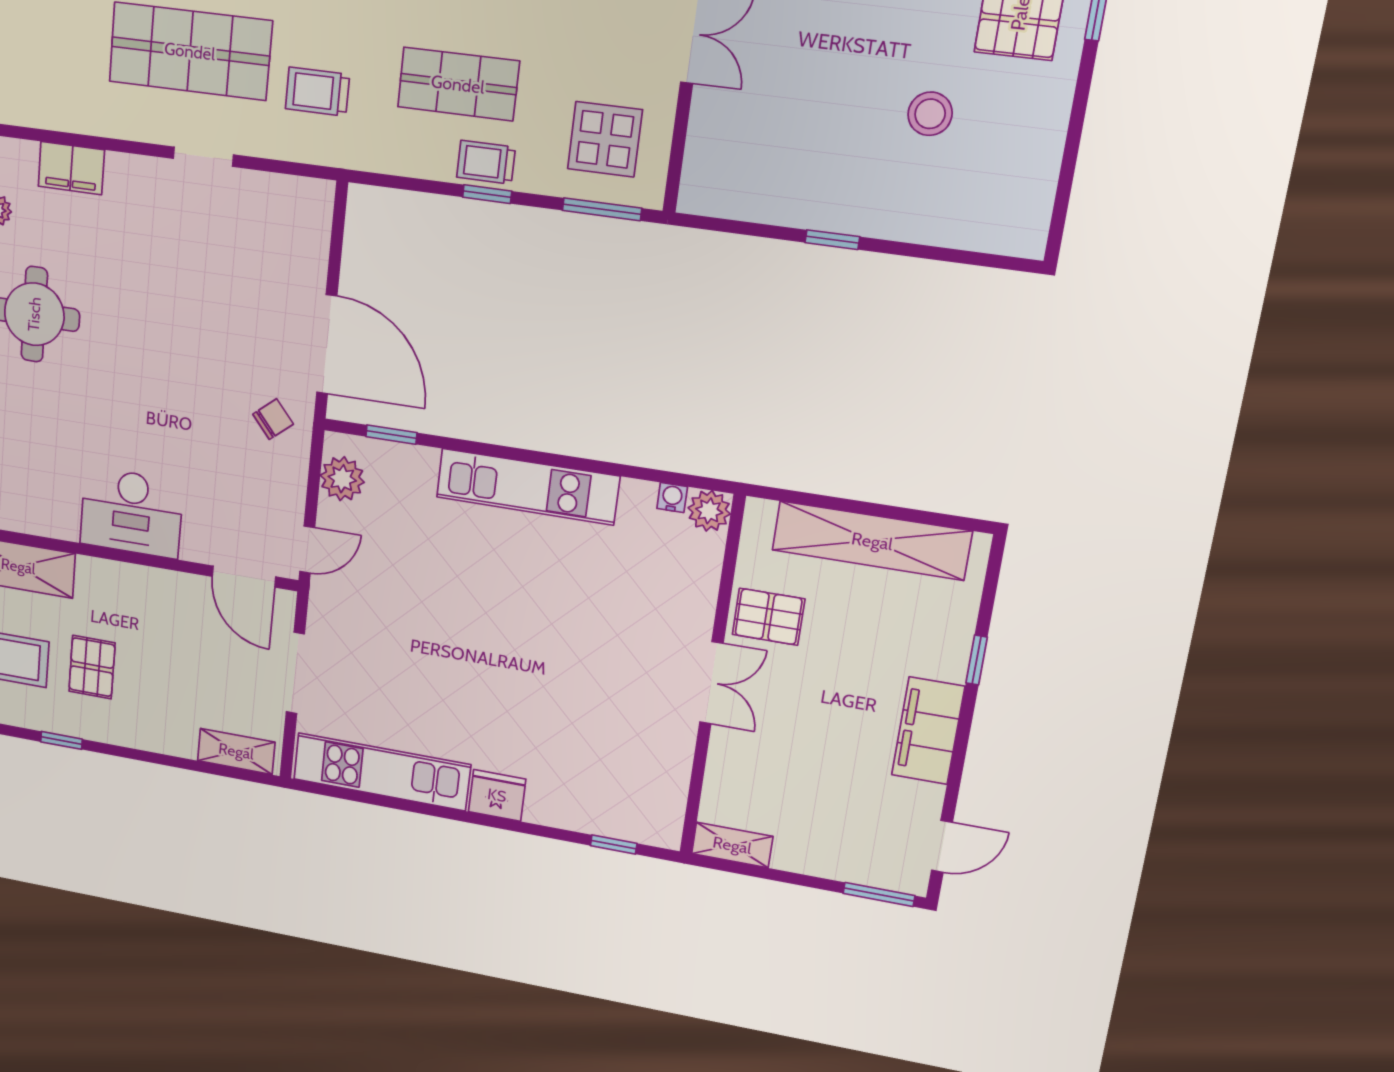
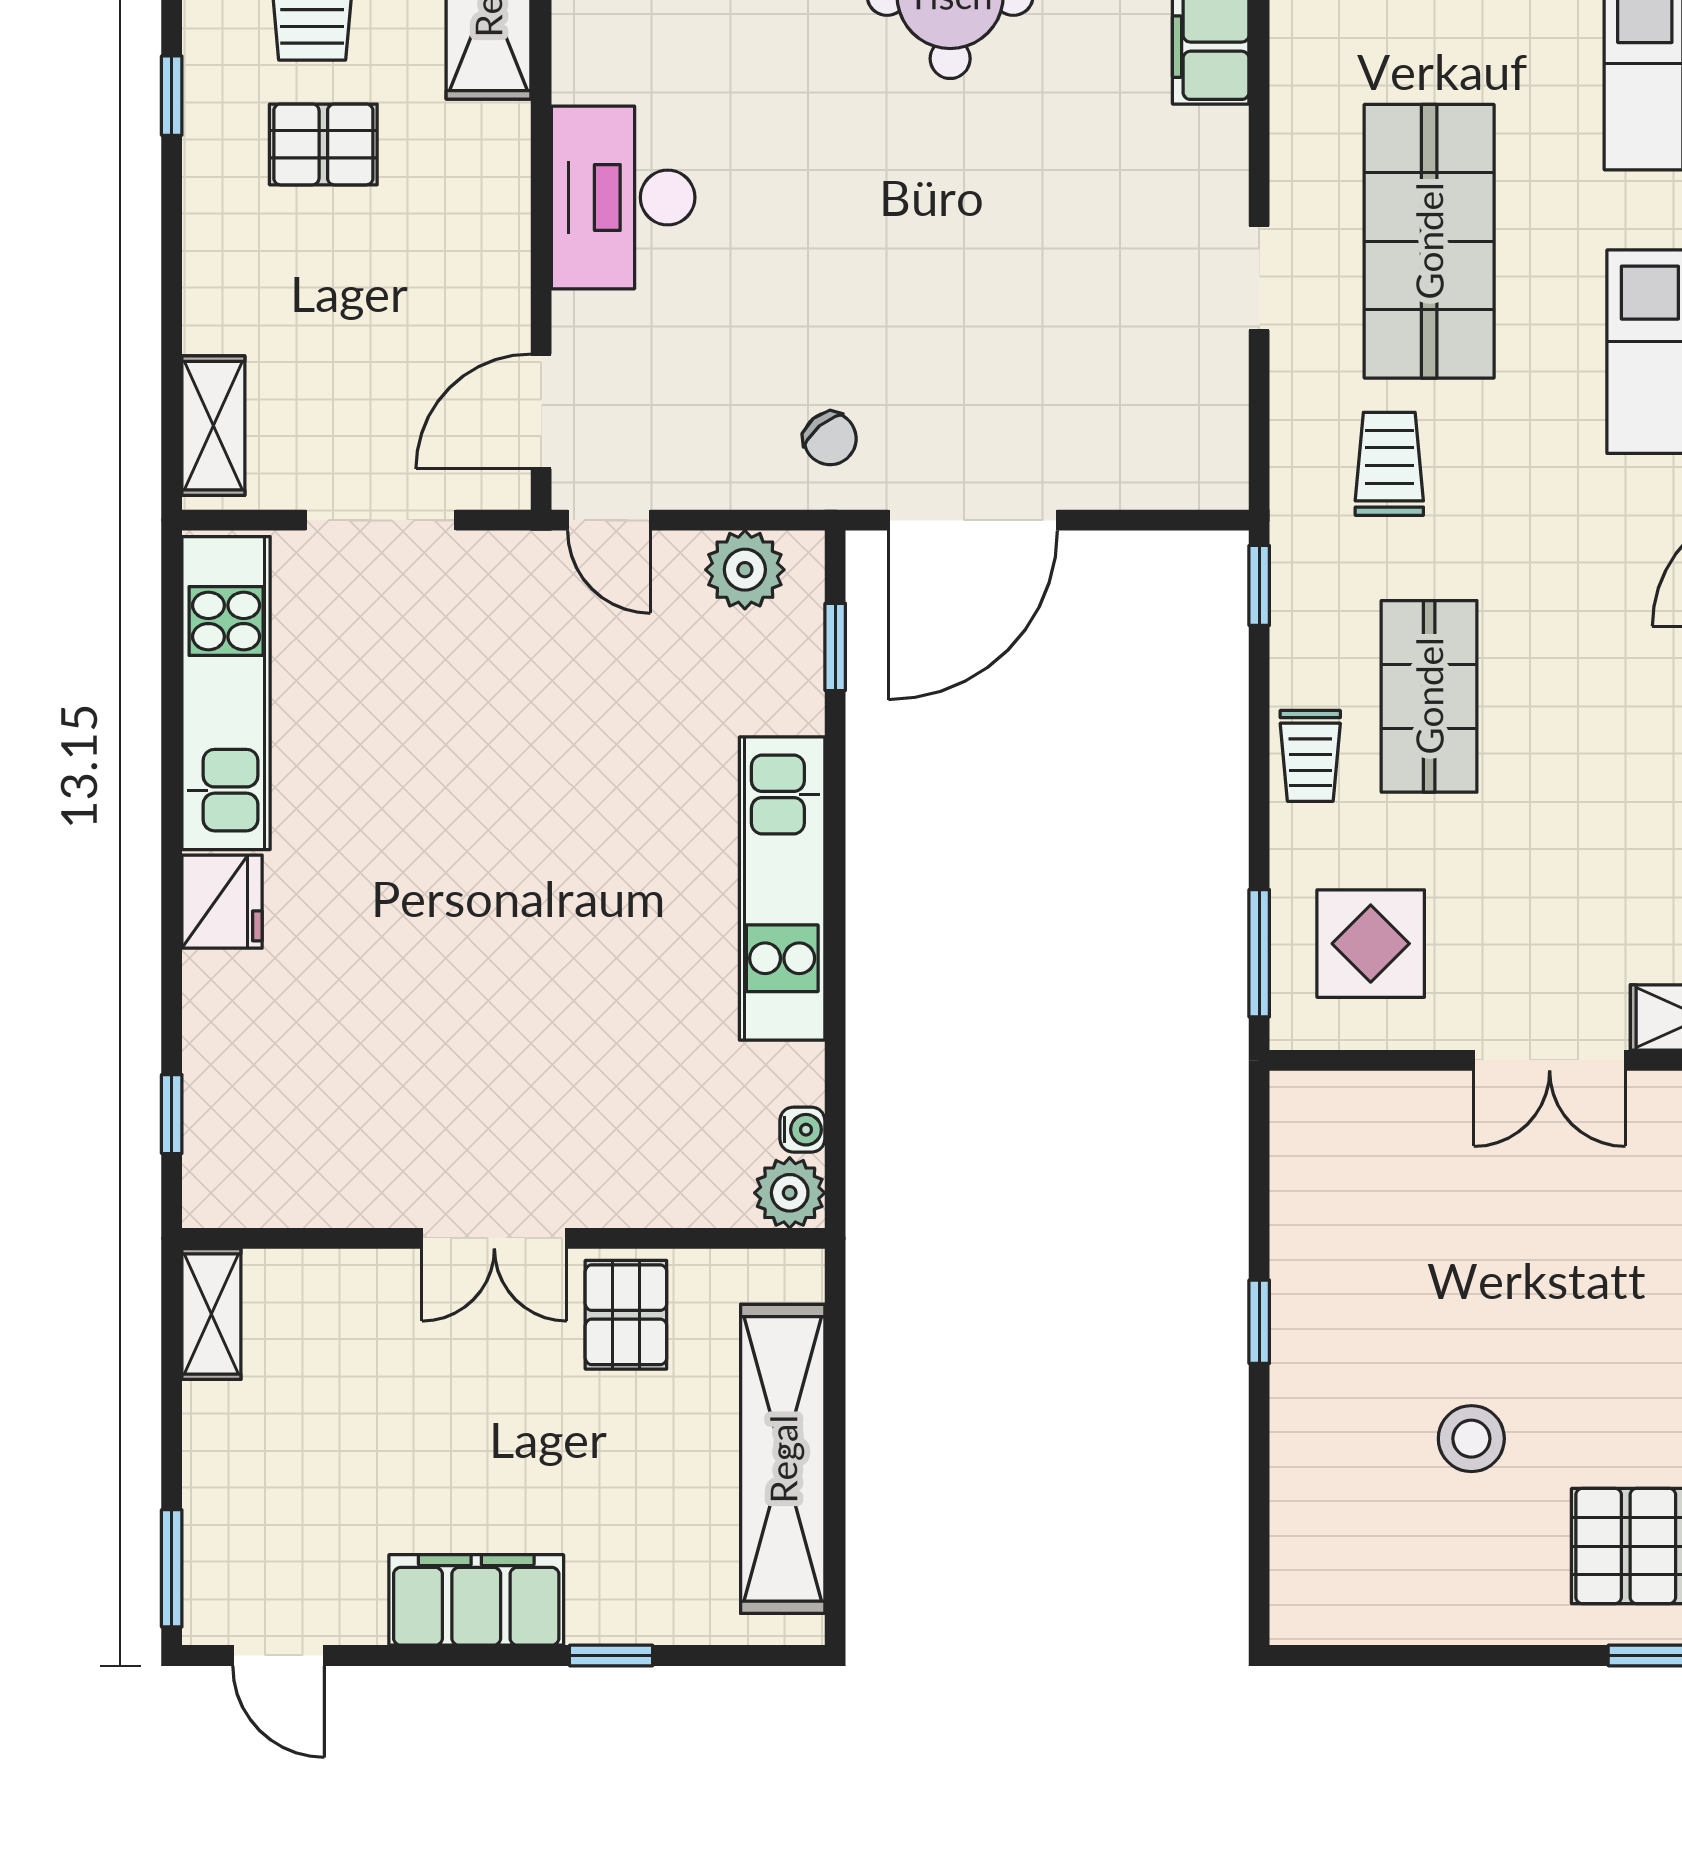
trolley: (486, 162) -> (1310, 756), turned 180
window: (487, 194) -> (1259, 585), moved

